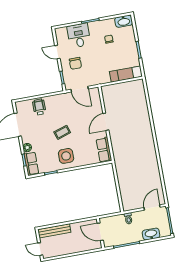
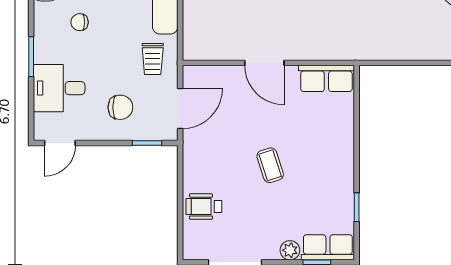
door: (57, 52) -> (60, 143), moved
trolley: (99, 73) -> (153, 59), added
side table: (66, 156) -> (325, 166), removed

